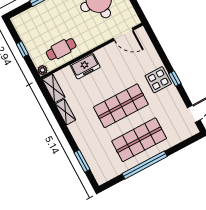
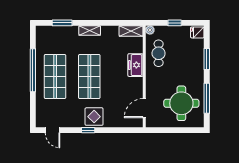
fridge: (20, 22) -> (197, 32), added
shelving: (65, 112) -> (90, 30), moved

